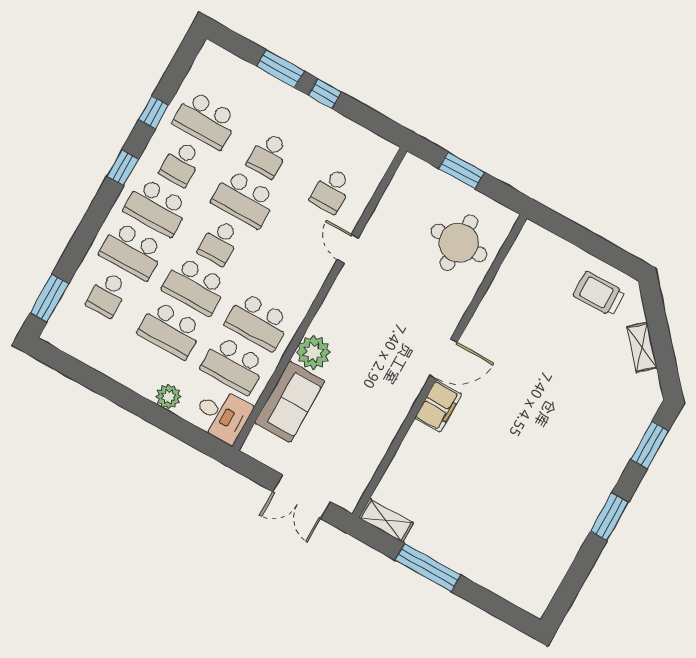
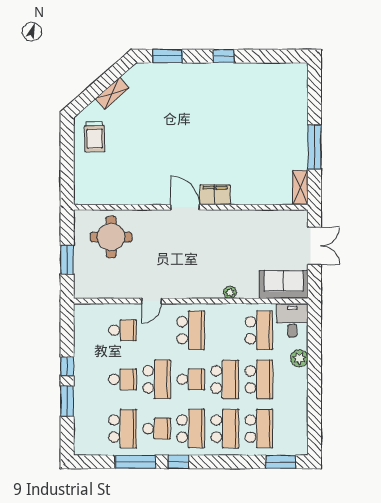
window: (154, 112) -> (135, 462), width x2.17
school desk: (107, 294) -> (259, 429), width x1.85
school desk: (258, 321) -> (191, 330), moved
plant: (313, 352) -> (230, 292), width x0.53, depth x0.53
sofa: (290, 402) -> (284, 284), moved
window: (609, 517) -> (224, 56), width x0.67

